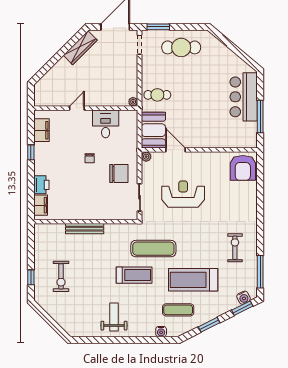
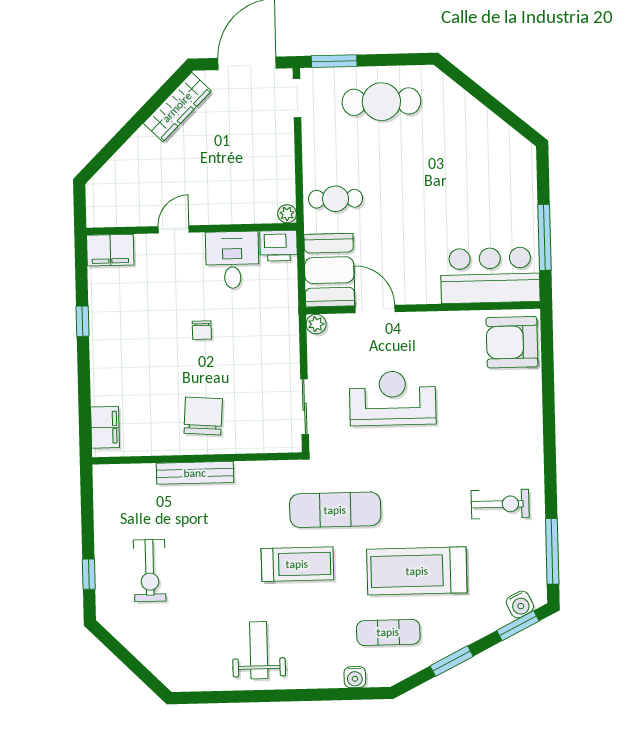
bar counter: (244, 97) -> (490, 275), moved, turned 90
filing cabinet: (41, 130) -> (110, 250), moved, turned 90
armchair: (243, 168) -> (512, 342), turned 90
chair: (119, 173) -> (203, 416), moved, turned -86
printer: (41, 185) -> (279, 246), moved, turned 90
exercise bike: (235, 248) -> (500, 504), turned 90

